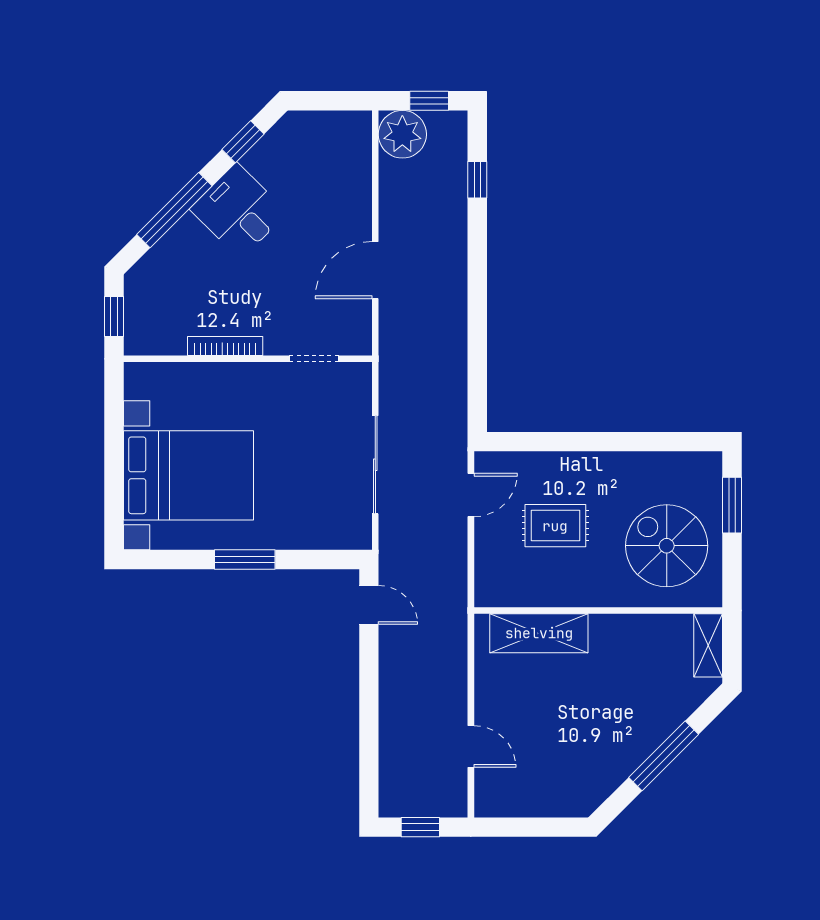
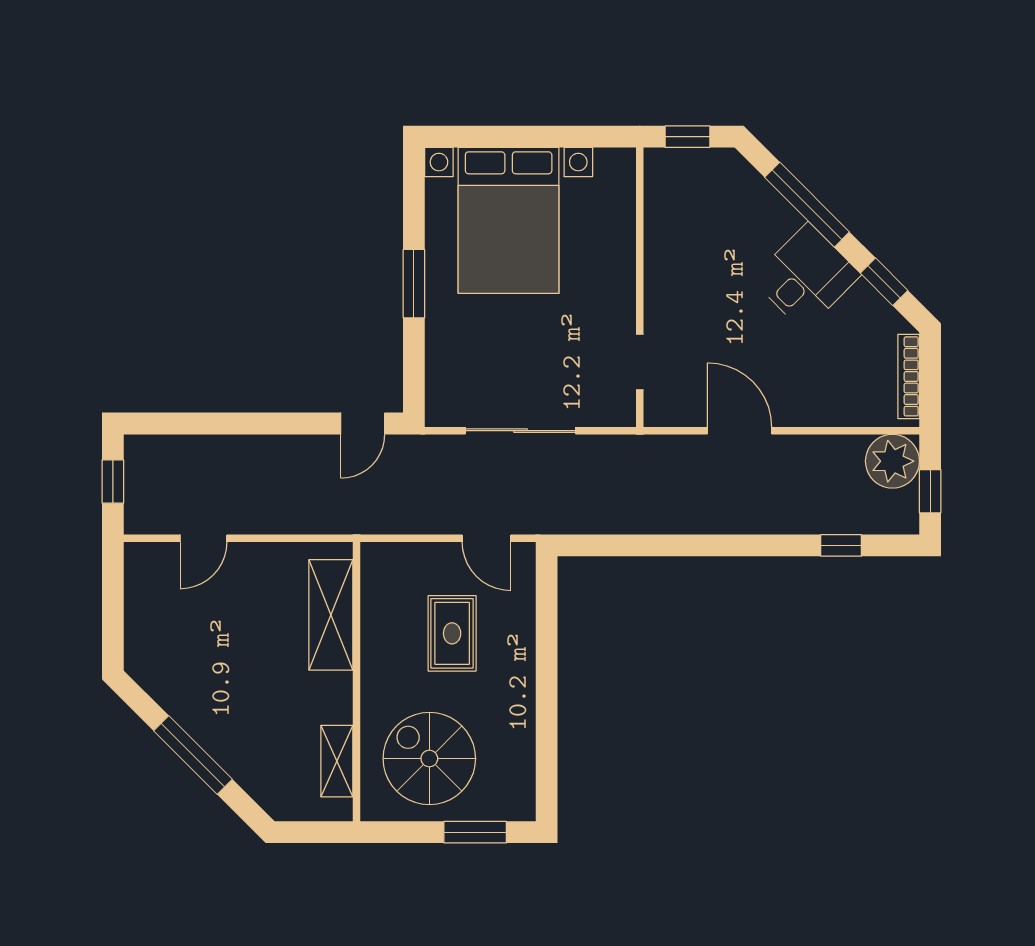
bookcase: (225, 346) -> (909, 376), moved, turned 180
spiral stairs: (667, 546) -> (429, 759), turned -90
shelving: (708, 645) -> (337, 761), moved, turned 90

